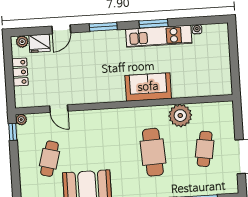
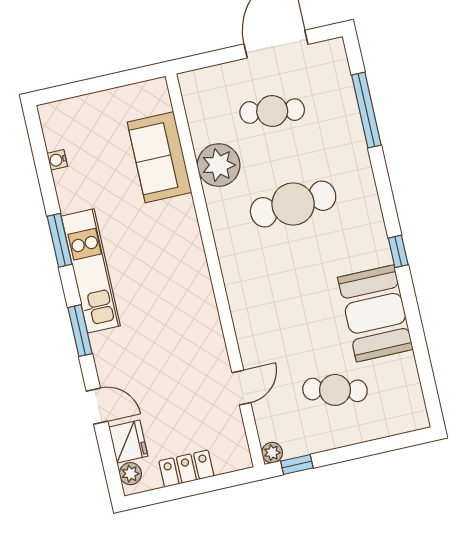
kitchen unit: (159, 36) -> (91, 271), moved
sofa: (148, 87) -> (159, 157), moved

